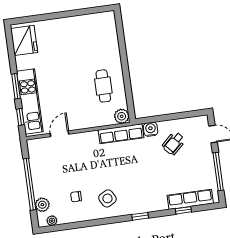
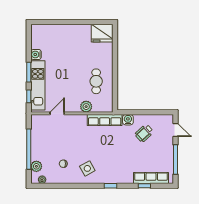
fridge: (24, 40) -> (102, 33), moved, turned 90
water cooler: (22, 62) -> (36, 54), added
plant: (122, 116) -> (86, 107), moved

